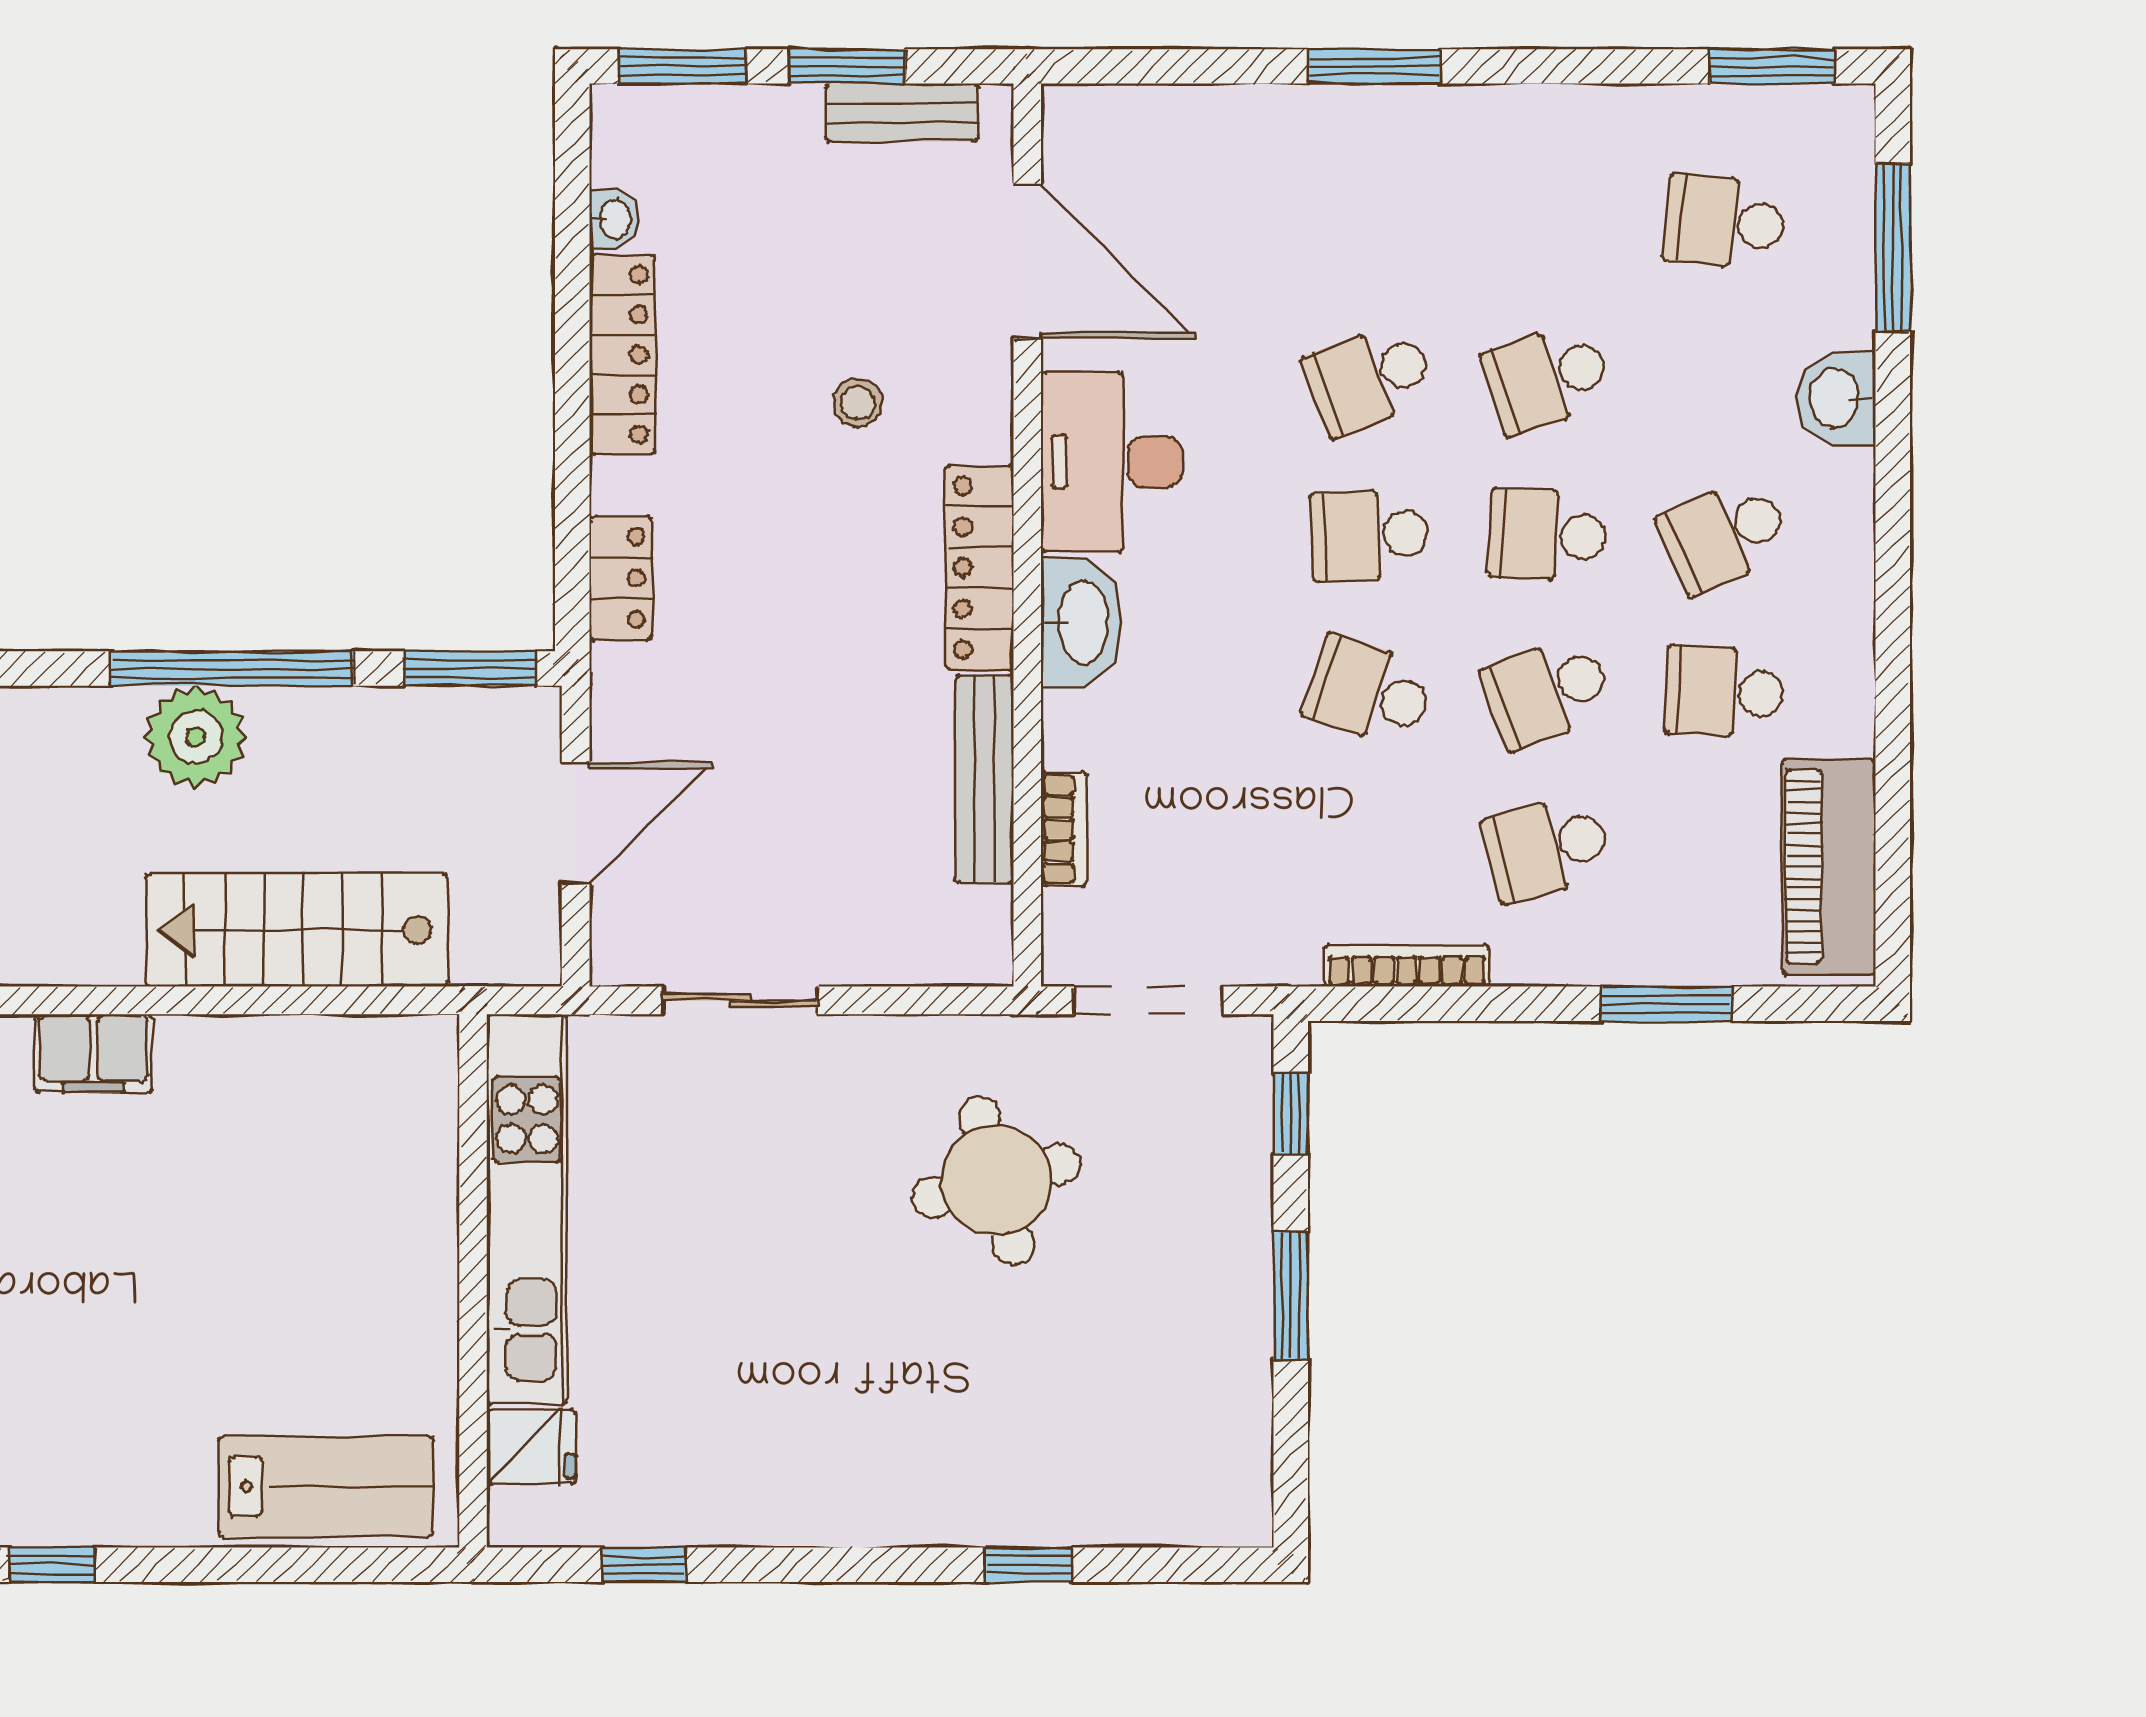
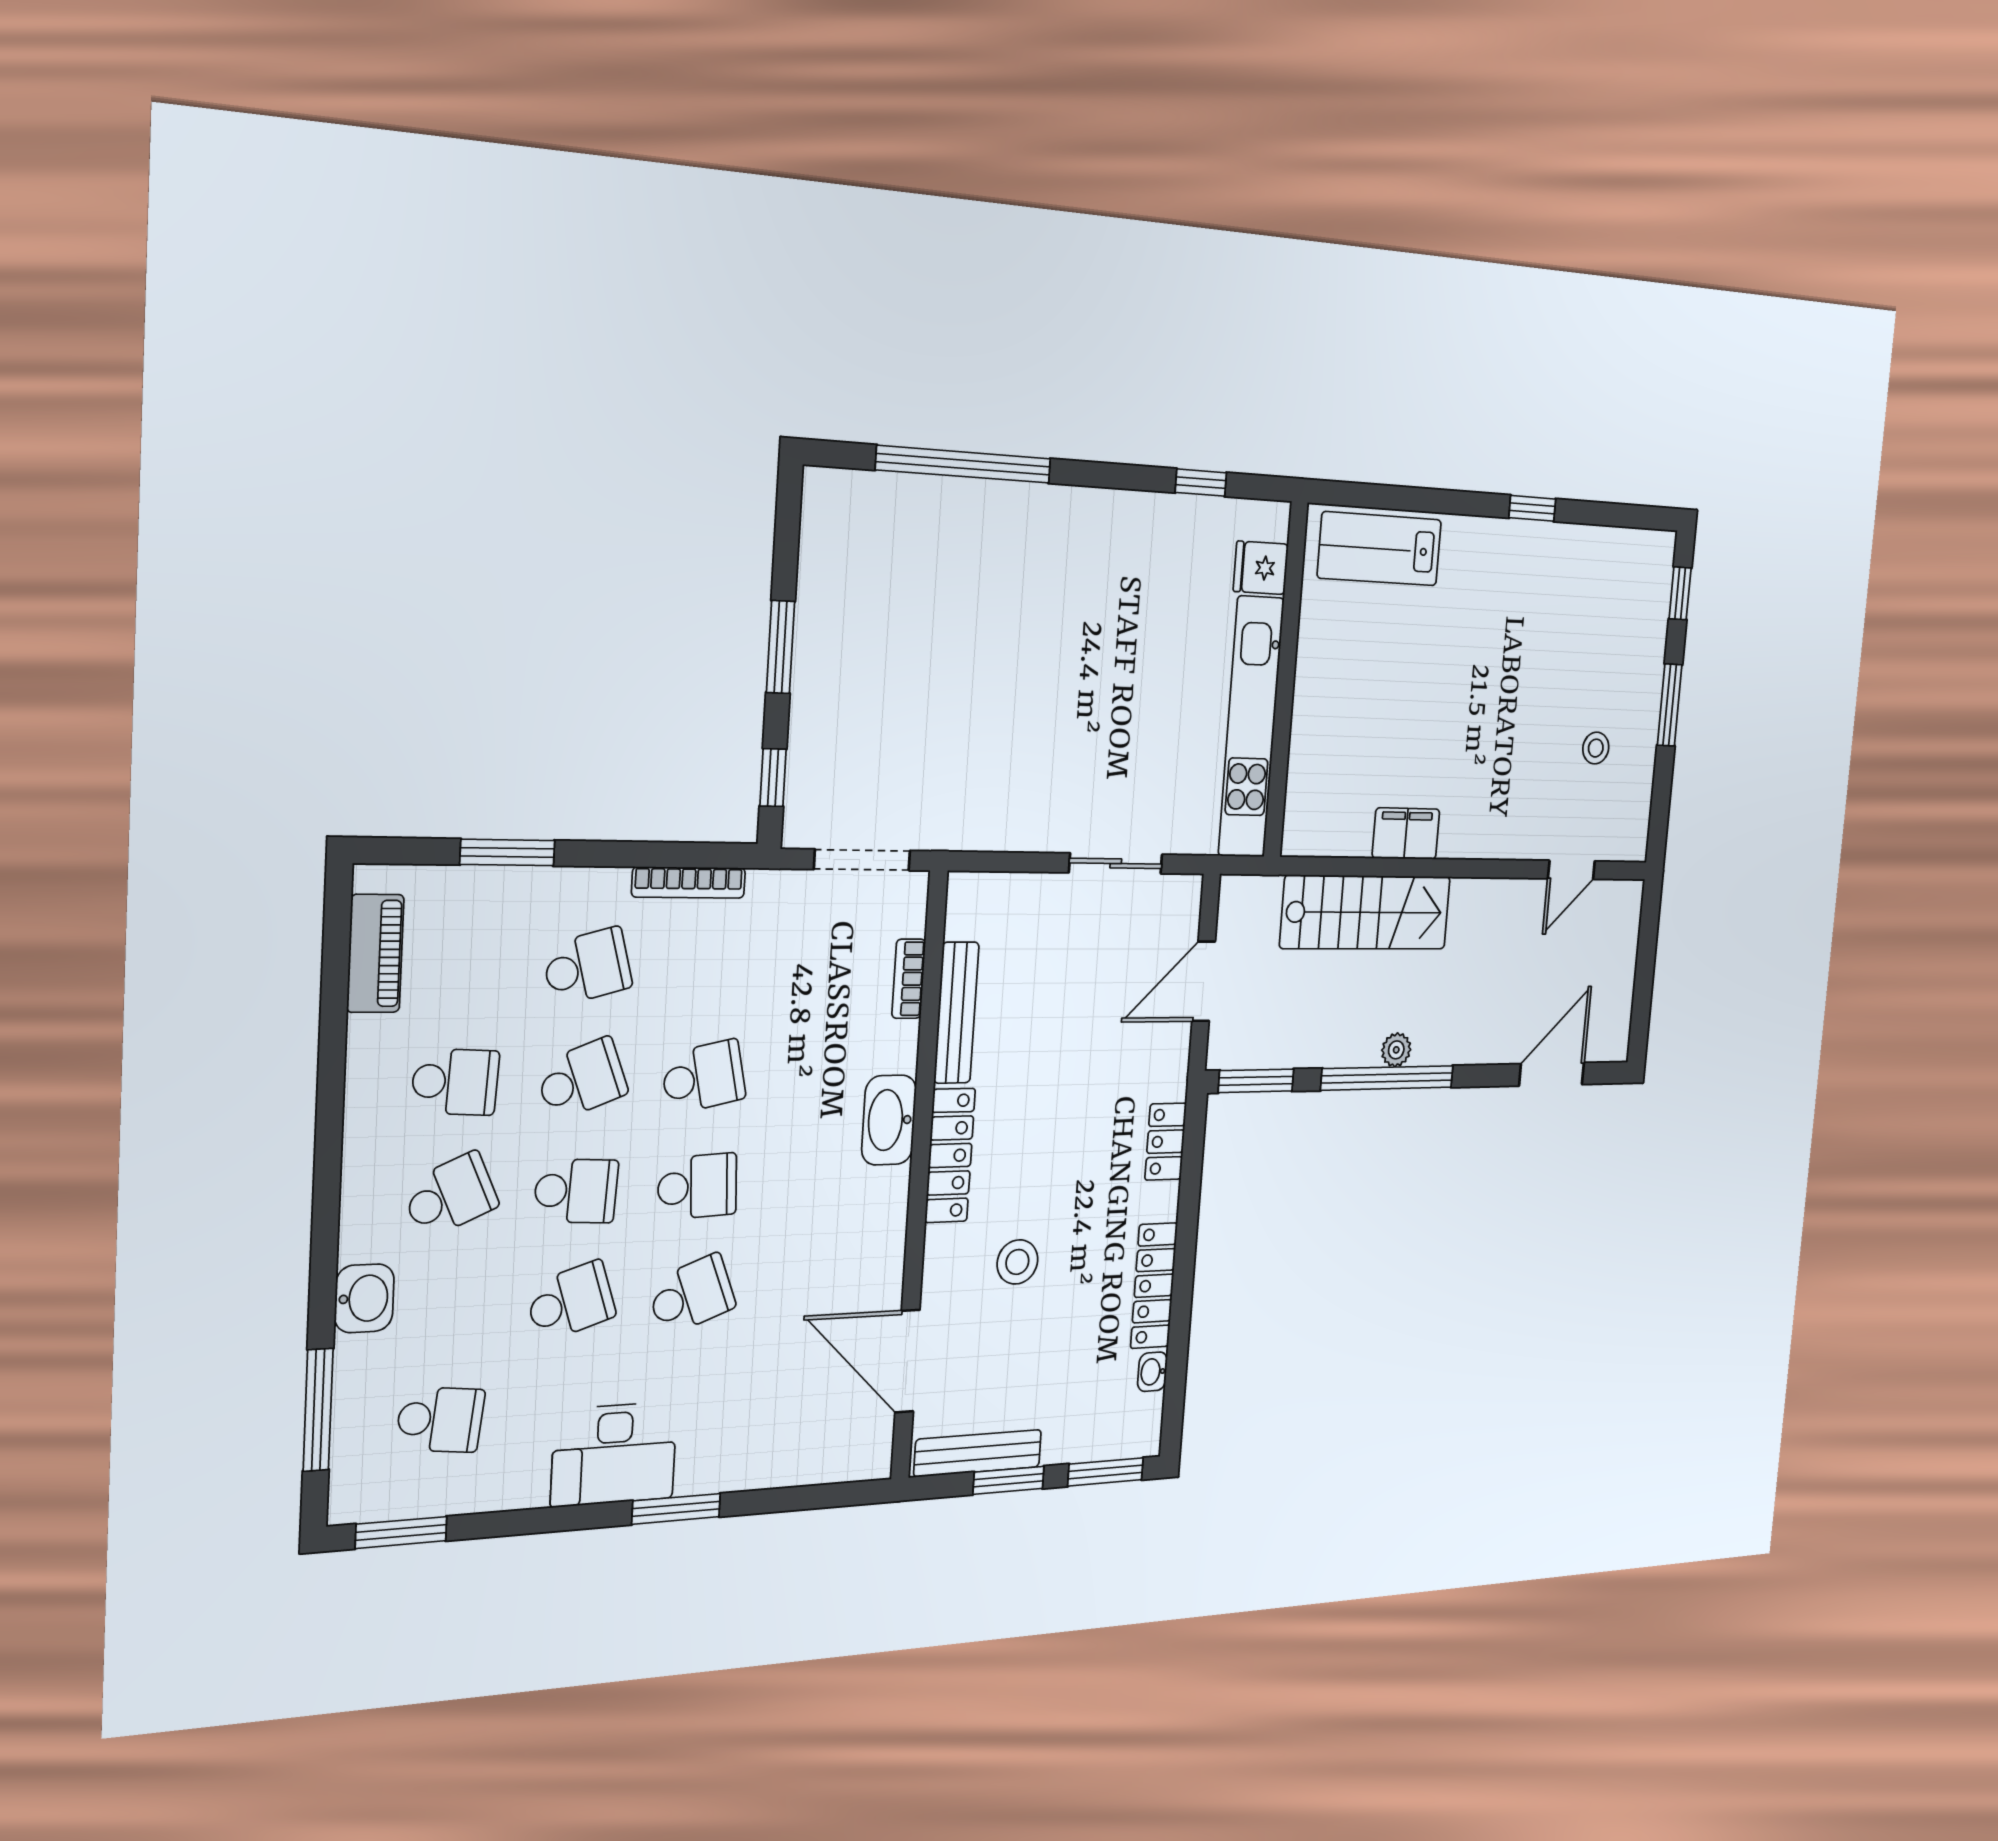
bench: (902, 113) -> (978, 1453), width x1.36
stool: (858, 403) -> (1017, 1262), width x1.37, depth x1.37
desk: (1112, 462) -> (614, 1454), moved, turned 90
school desk: (1370, 692) -> (703, 1077), turned -30
plant: (196, 737) -> (1396, 1050), width x0.53, depth x0.53
piano: (1829, 867) -> (375, 953), width x0.73, depth x0.75
filing cabinet: (93, 1053) -> (1406, 834), moved
round table: (996, 1180) -> (967, 736), removed
window: (1029, 1565) -> (964, 464), width x3.17

